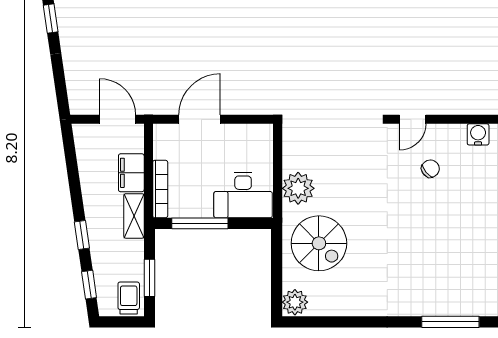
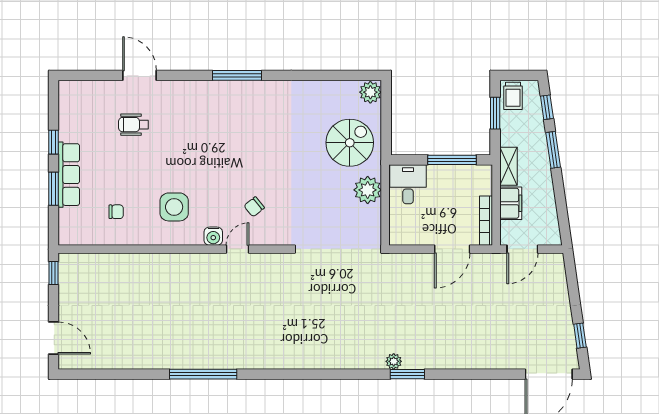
door: (118, 119) -> (522, 249), hinge flipped
door: (413, 119) -> (237, 249), moved
bookcase: (160, 189) -> (486, 221), moved
desk: (243, 195) -> (408, 184), width x0.73
window: (82, 235) -> (553, 150), width x1.50
spiral stairs: (319, 243) -> (350, 143), turned 90

